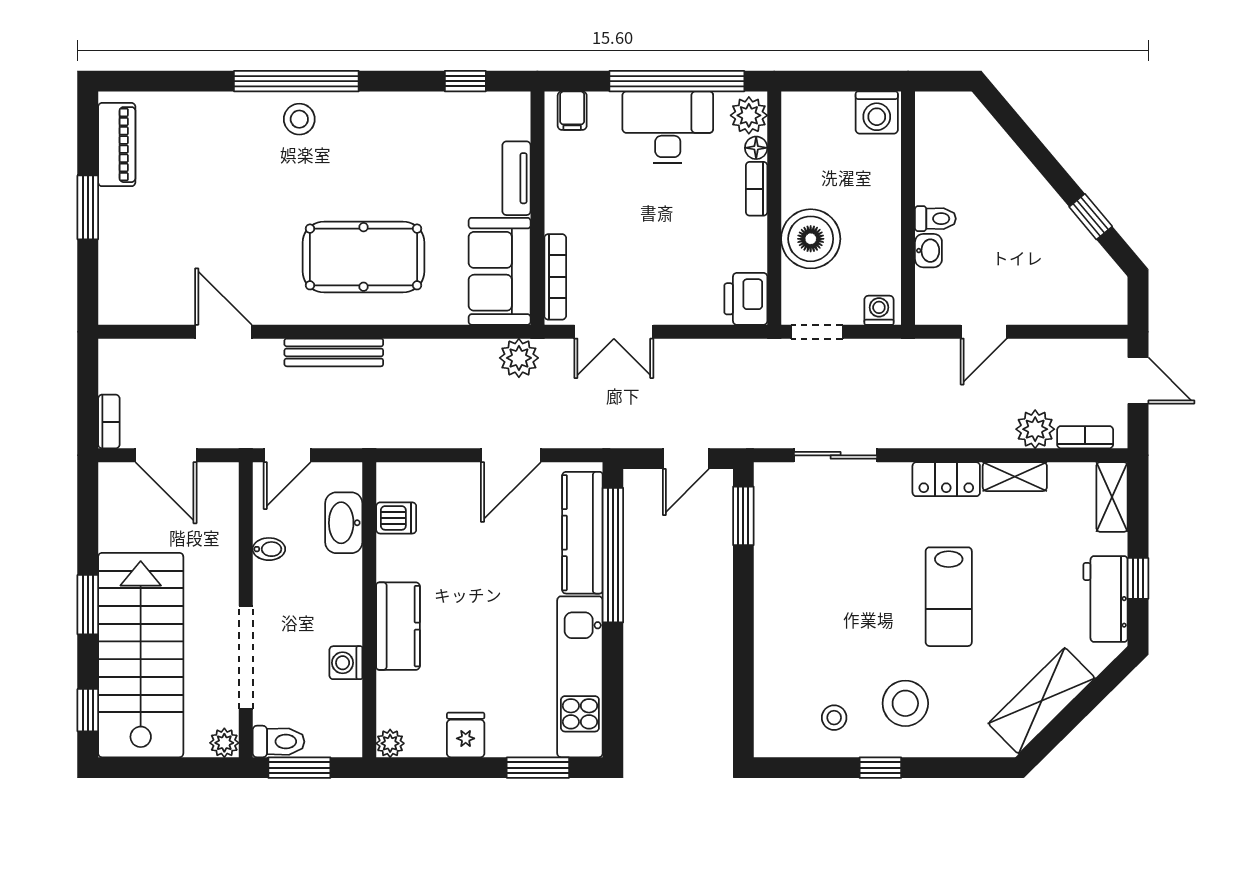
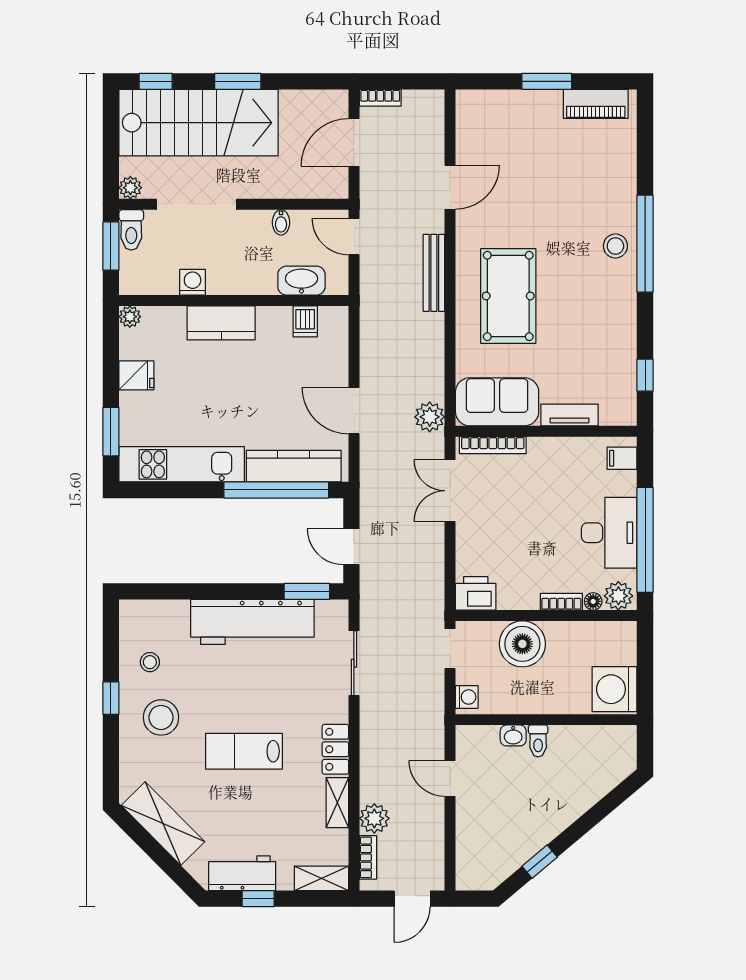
washing machine: (877, 113) -> (615, 689), width x1.37, depth x1.37
workbench: (783, 586) -> (252, 622), added

